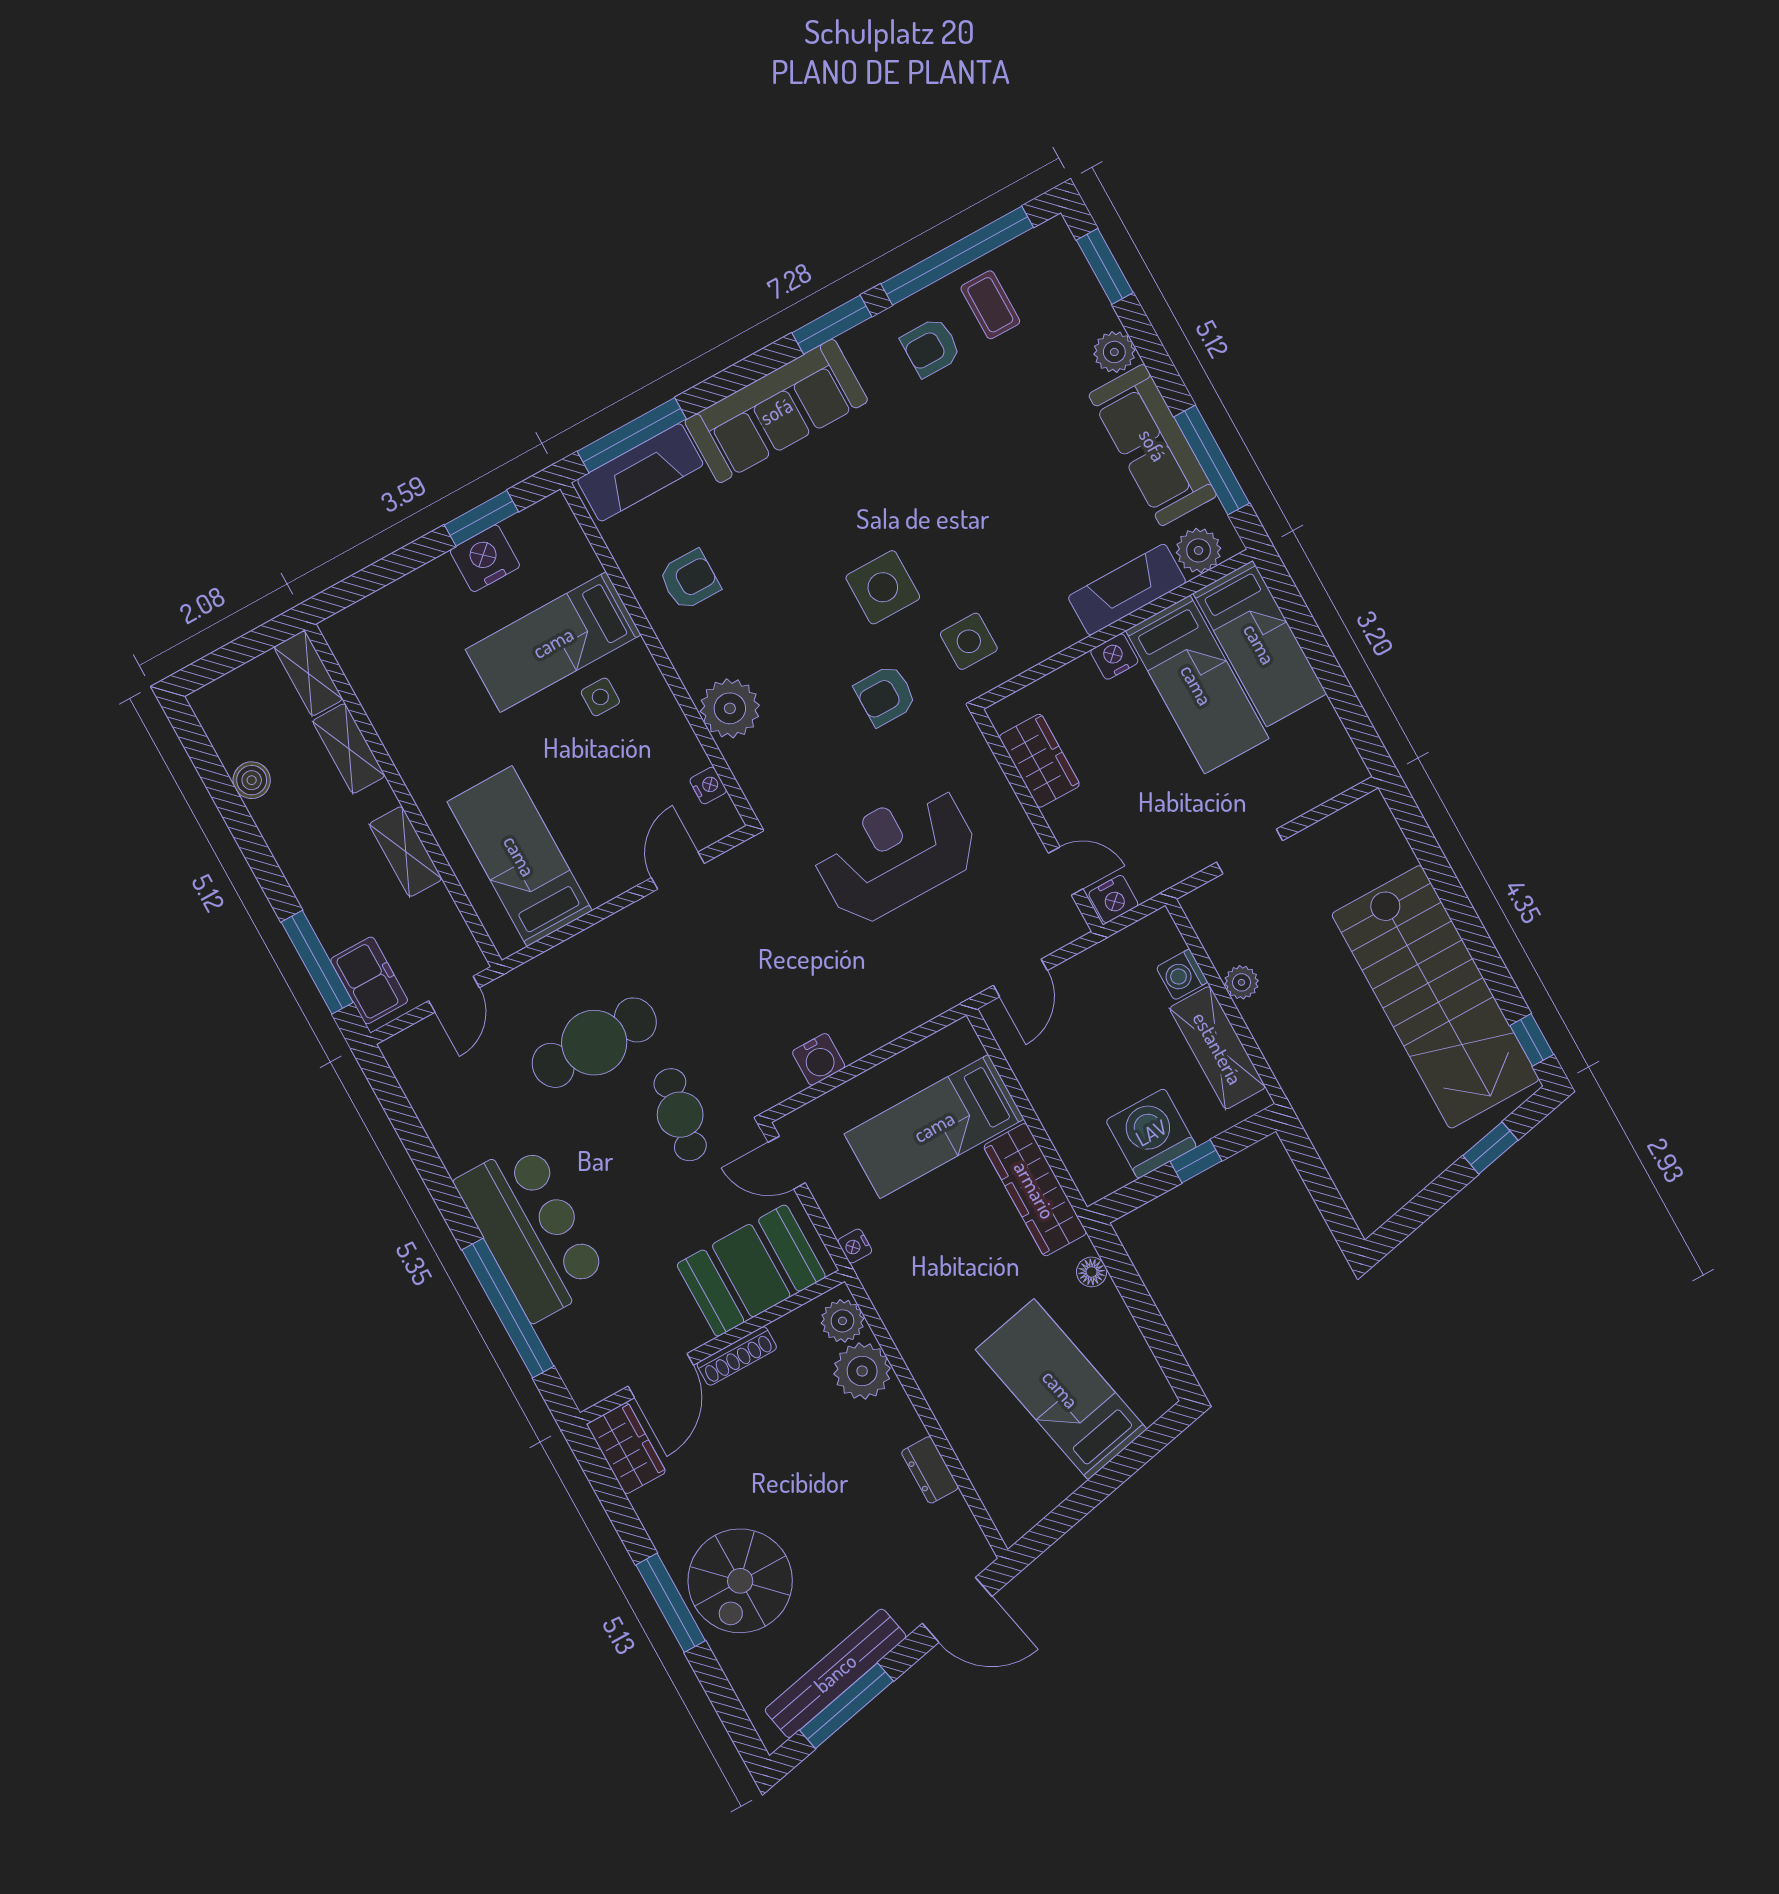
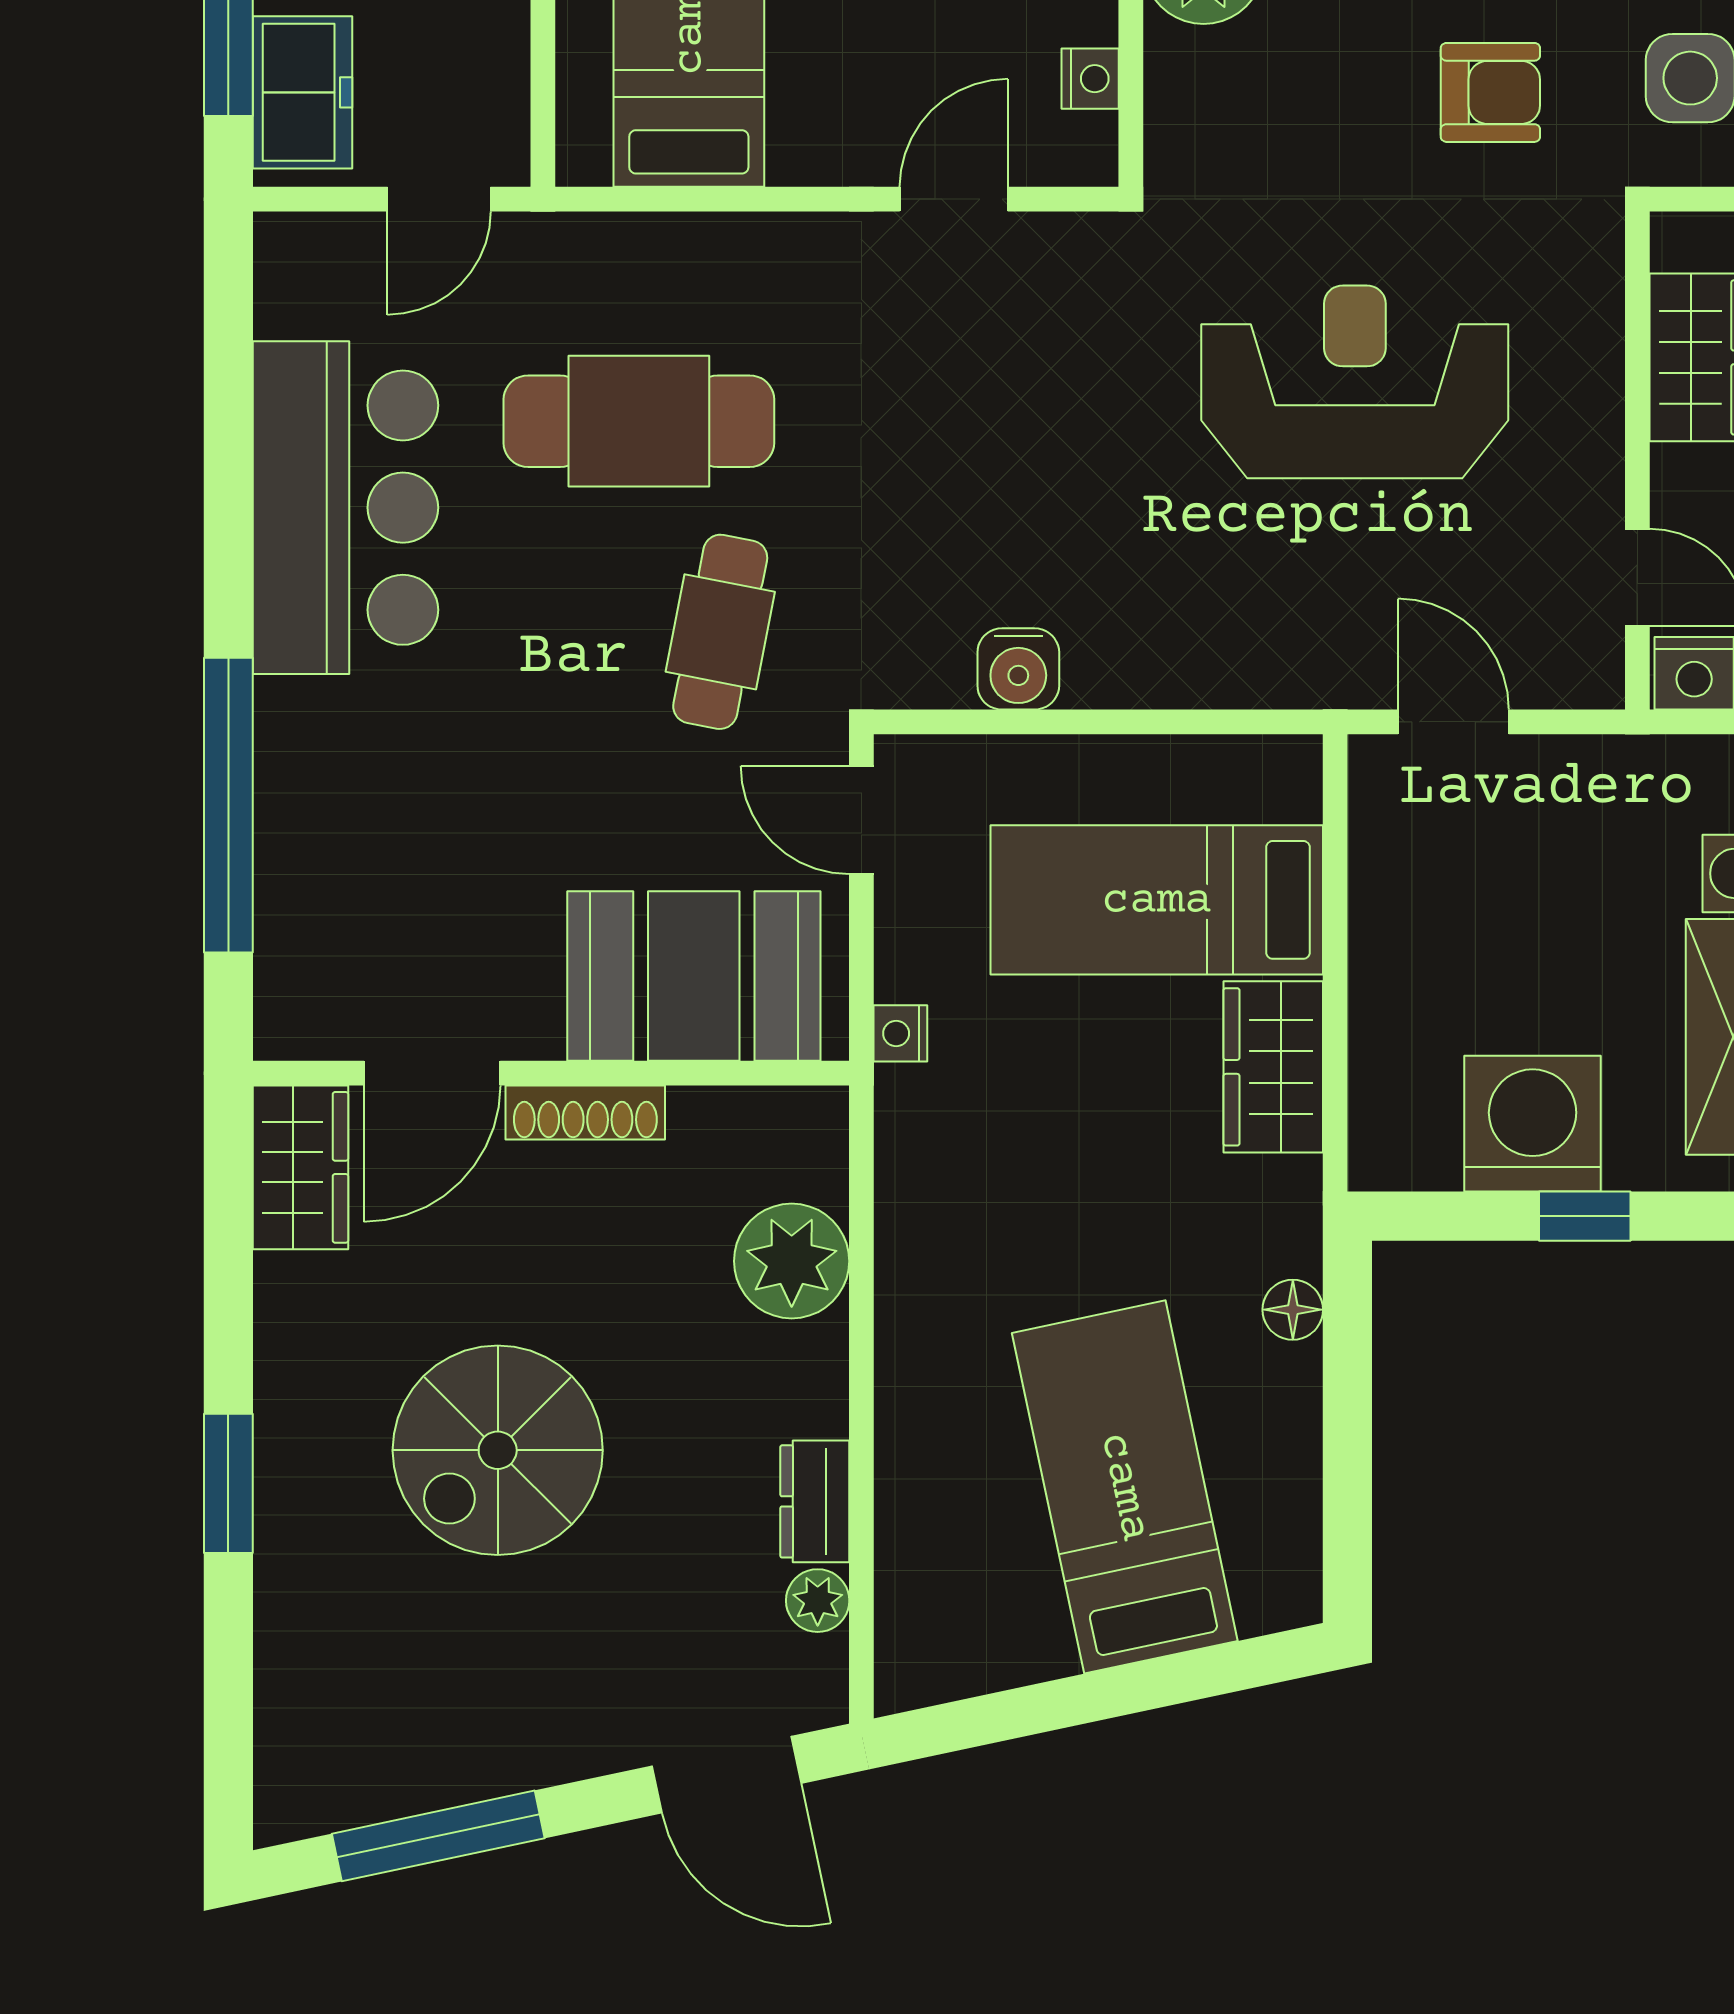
armchair: (885, 695) -> (1490, 92), turned 180
door: (1020, 978) -> (1453, 722), swing flipped
wardrobe: (1035, 1190) -> (1273, 1067), width x0.67
bar counter: (532, 1231) -> (345, 508), moved
plant: (842, 1321) -> (818, 1601), moved, width x0.73, depth x0.73
spiral stairs: (740, 1581) -> (498, 1450), moved
window: (671, 1603) -> (228, 1483), width x0.69
bench: (835, 1673) -> (450, 1768), removed

